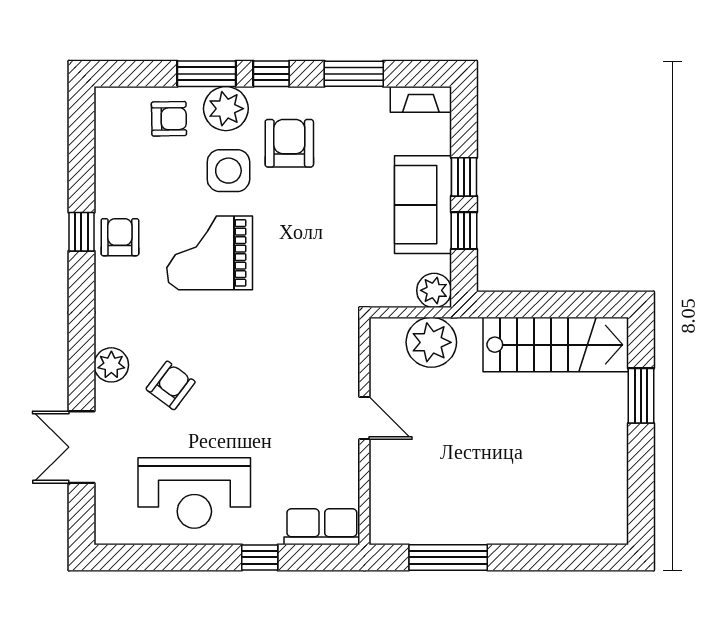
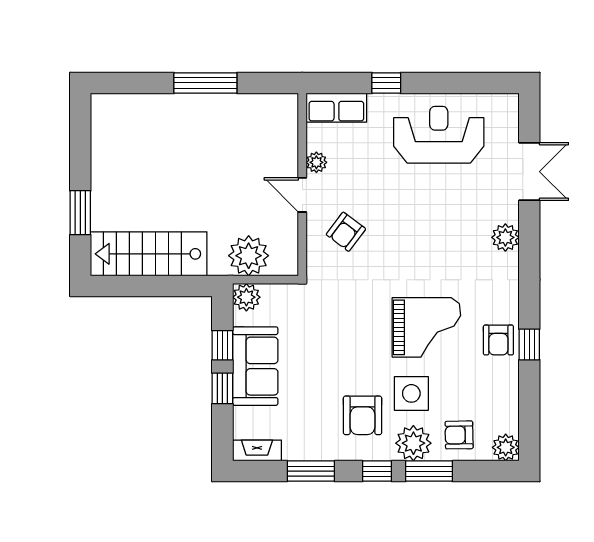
plant: (111, 103) -> (506, 447), added
armchair: (171, 385) -> (346, 232), moved
plant: (347, 459) -> (316, 162), added
window: (448, 557) -> (205, 83), moved

